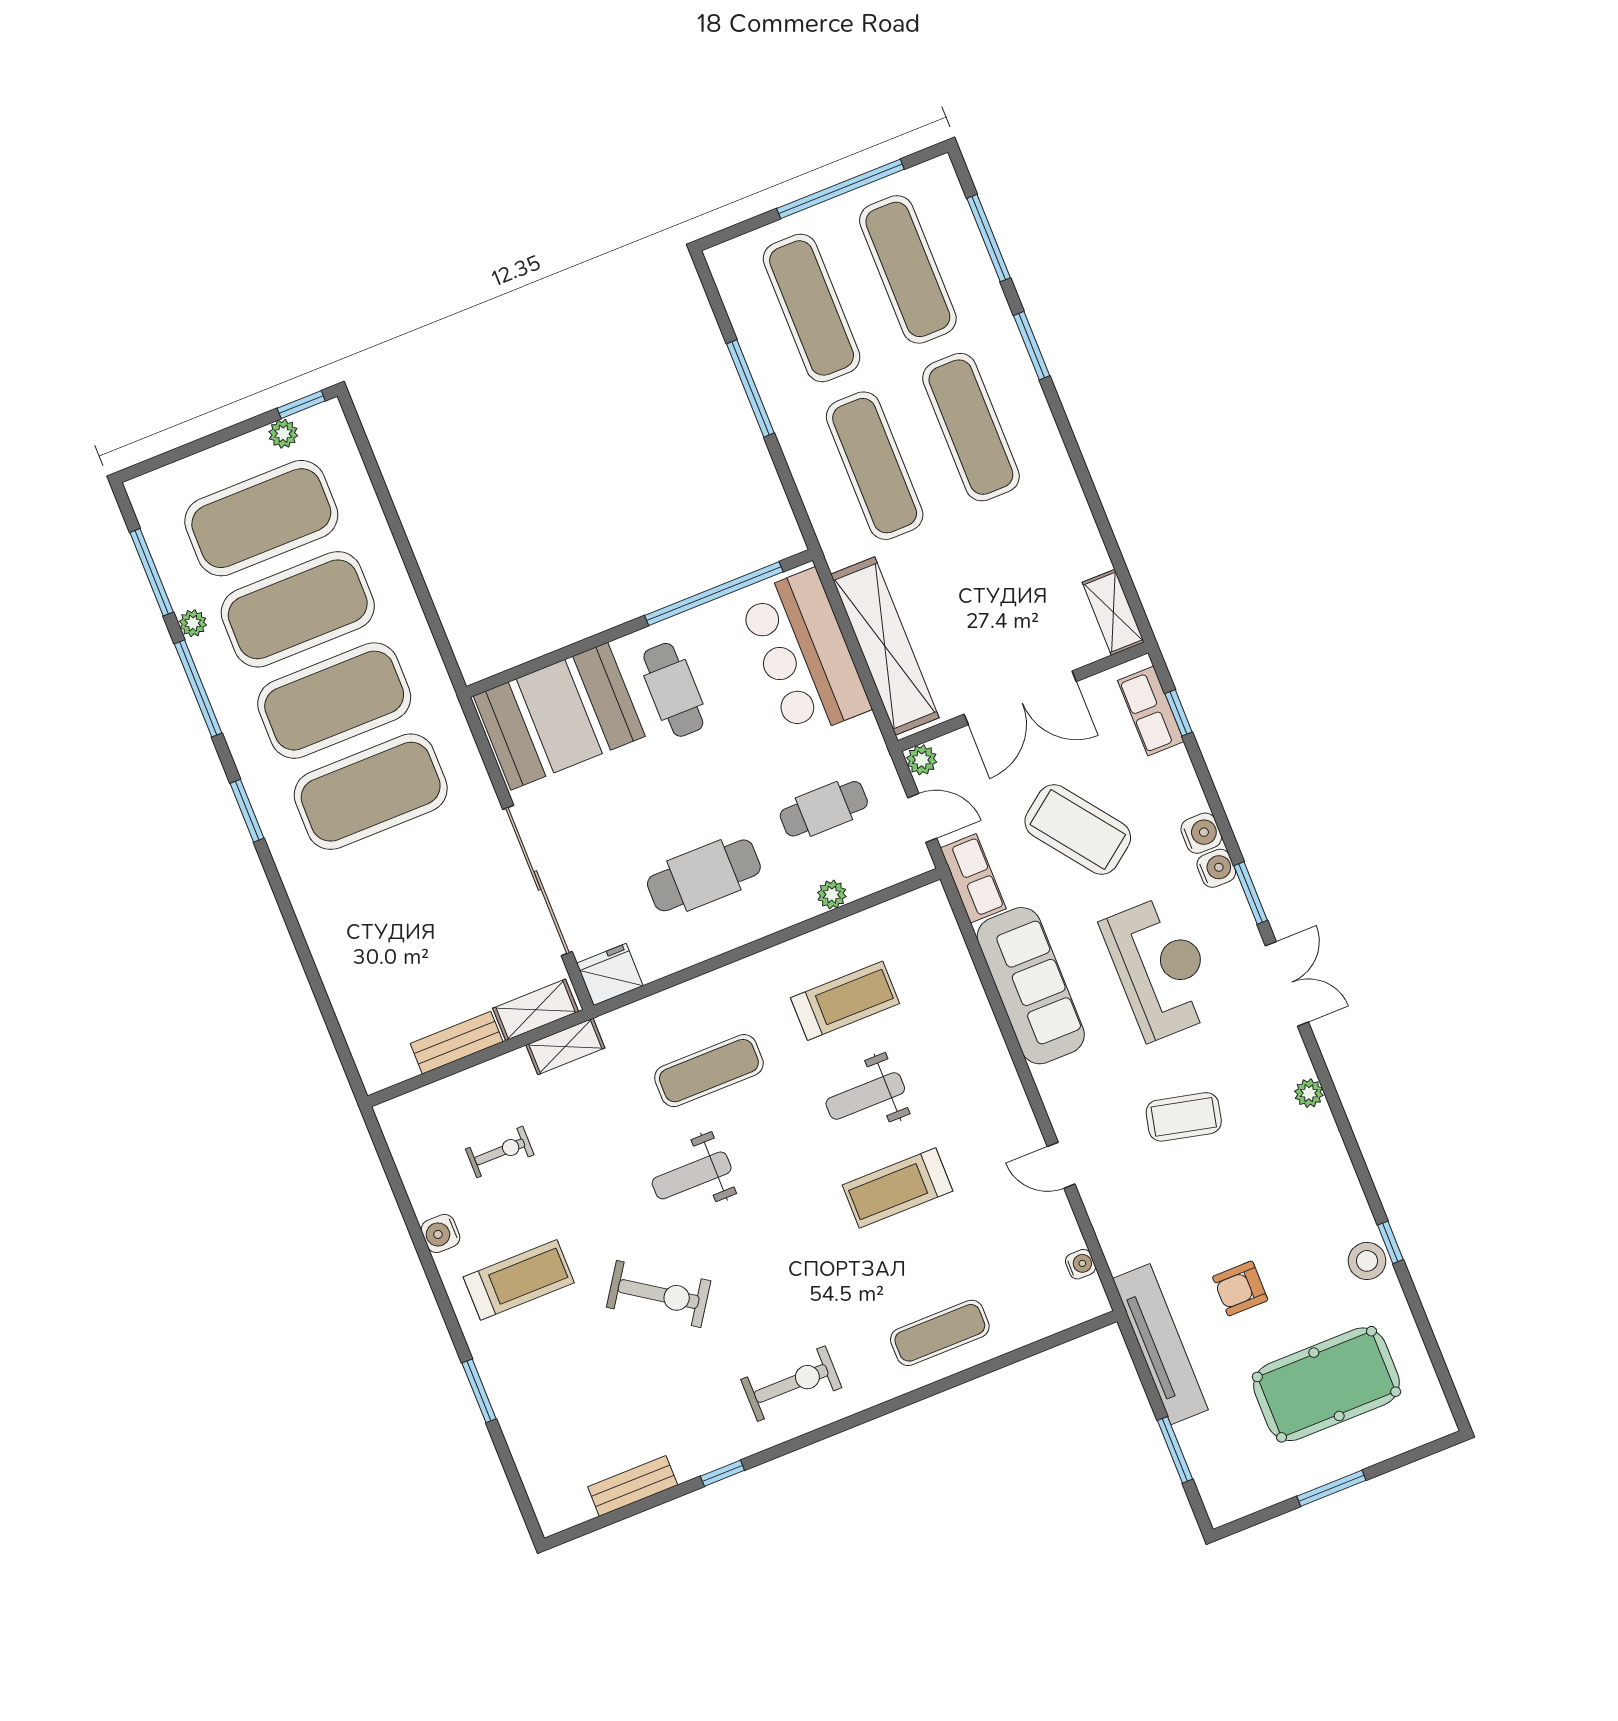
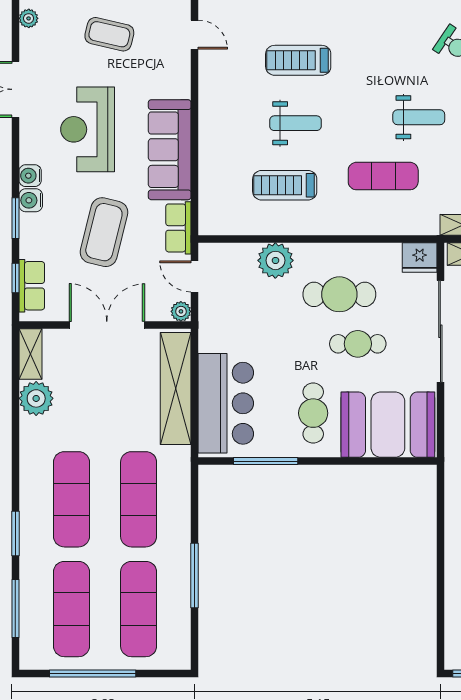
plant: (1080, 552) -> (36, 398), added
window: (714, 594) -> (266, 461), width x0.68
cafe table: (824, 809) -> (358, 344), moved
coffee table: (1078, 829) -> (104, 232), turned 51
window: (1251, 893) -> (15, 218), moved
plant: (832, 895) -> (275, 260), width x1.87, depth x1.87
treadmill: (897, 1188) -> (298, 60), turned 180

